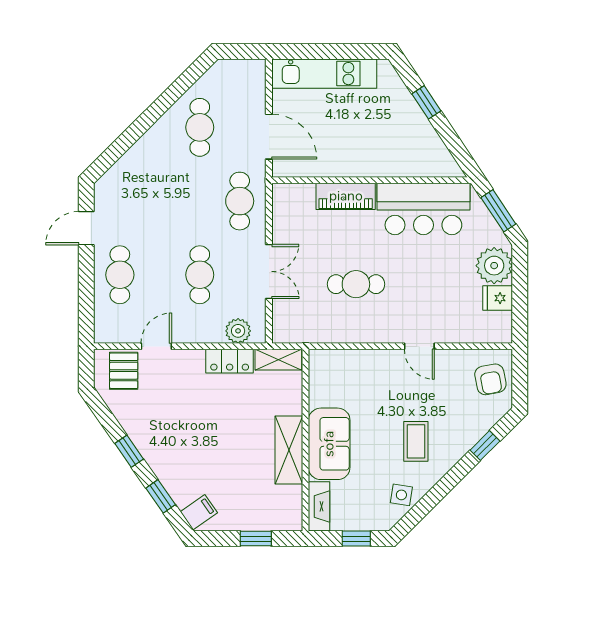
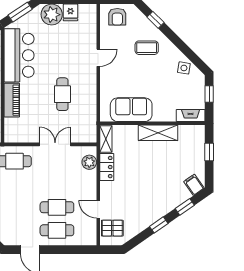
cafe table: (200, 275) -> (57, 207), moved
armchair: (490, 379) -> (117, 17), turned 101
coffee table: (416, 441) -> (147, 48), moved
sofa: (329, 444) -> (131, 110), moved

